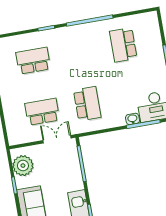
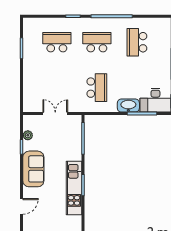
school desk: (42, 112) -> (97, 42), moved
washbasin: (133, 119) -> (128, 106), width x1.91, depth x1.45
double door: (57, 139) -> (55, 114), moved
plant: (23, 166) -> (28, 135), width x0.53, depth x0.53

